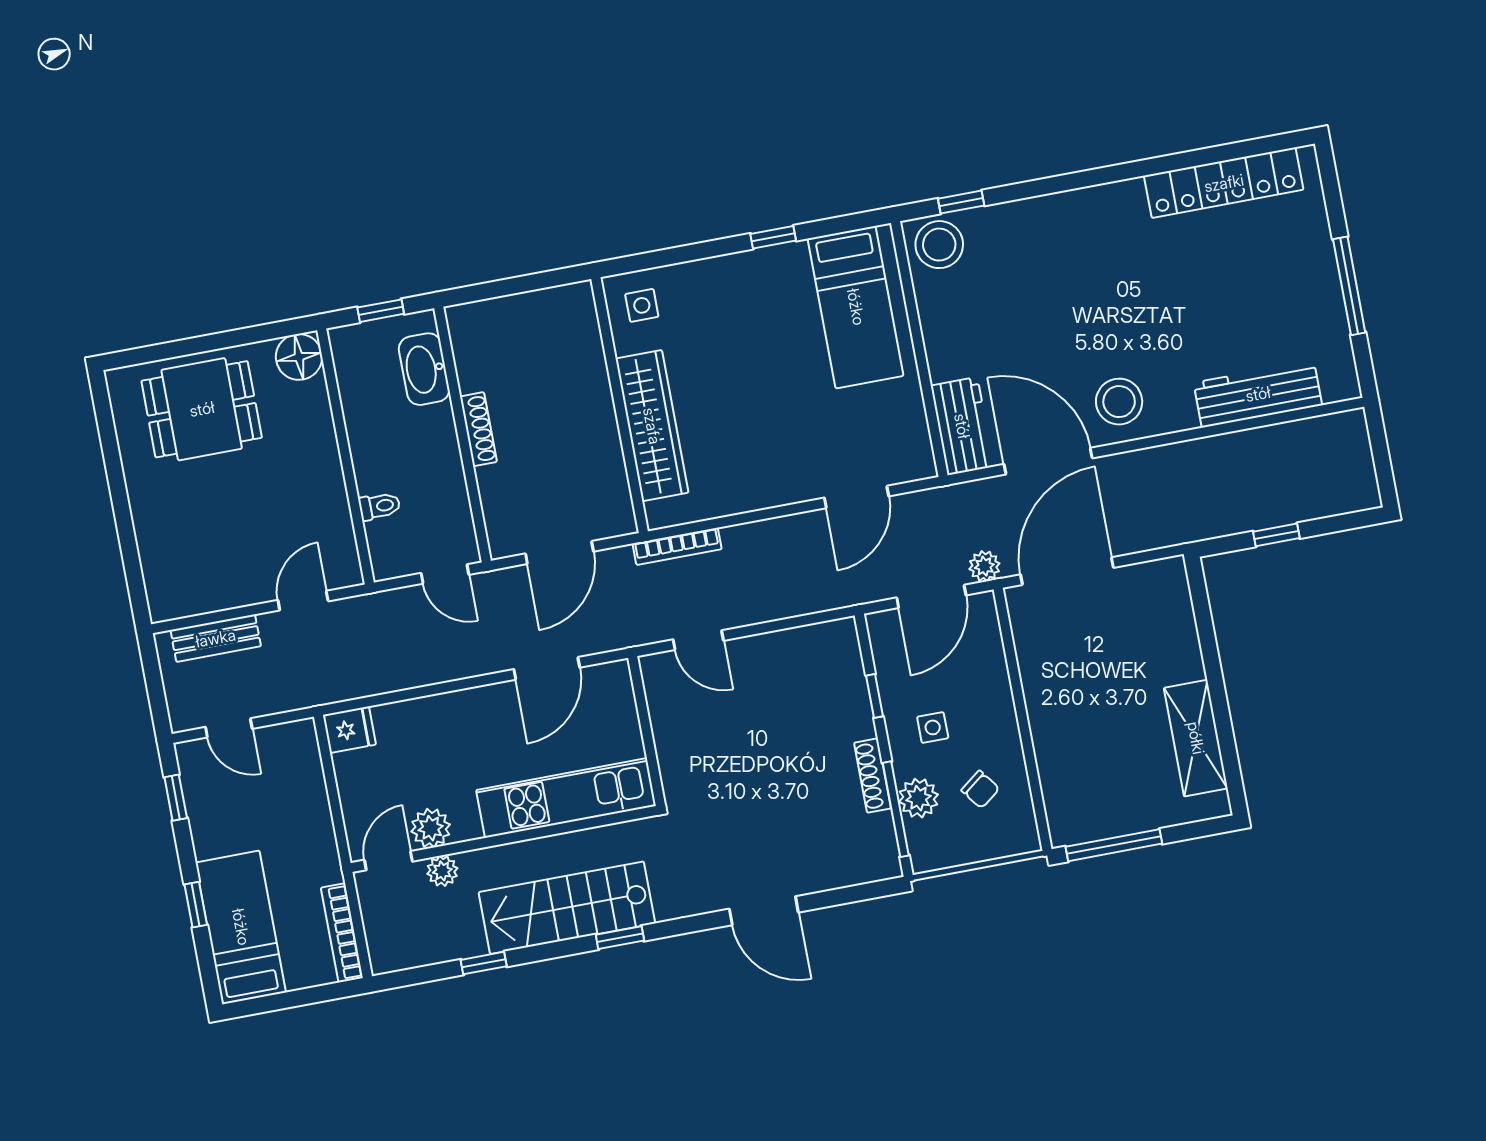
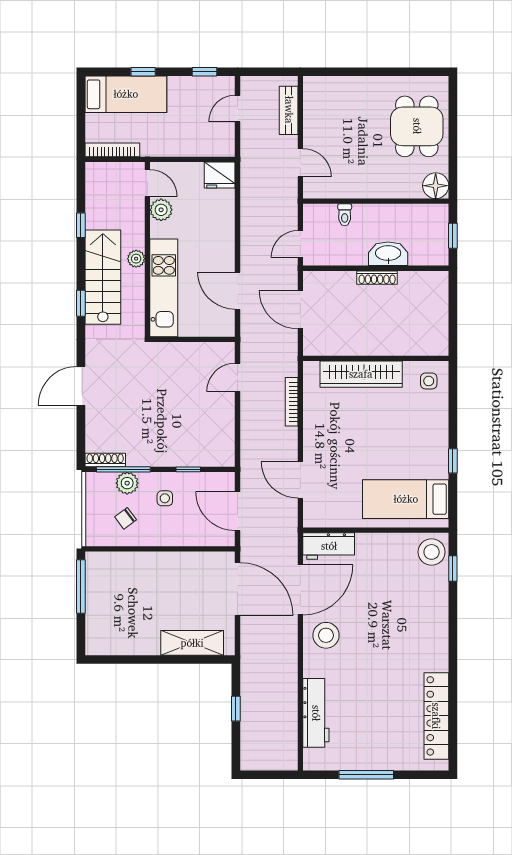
washbasin: (424, 369) -> (388, 254), moved
bookcase: (677, 546) -> (292, 402), moved
plant: (984, 566) -> (249, 544), removed
fridge: (349, 730) -> (220, 175), width x1.38
shelving: (1196, 738) -> (192, 643), moved
shoe rack: (873, 776) -> (105, 460), moved
plant: (442, 871) -> (136, 259), moved

